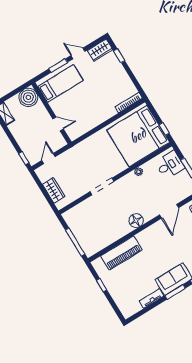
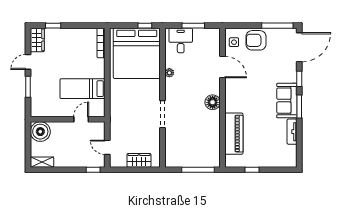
bed: (61, 83) -> (82, 89), moved, turned -90

